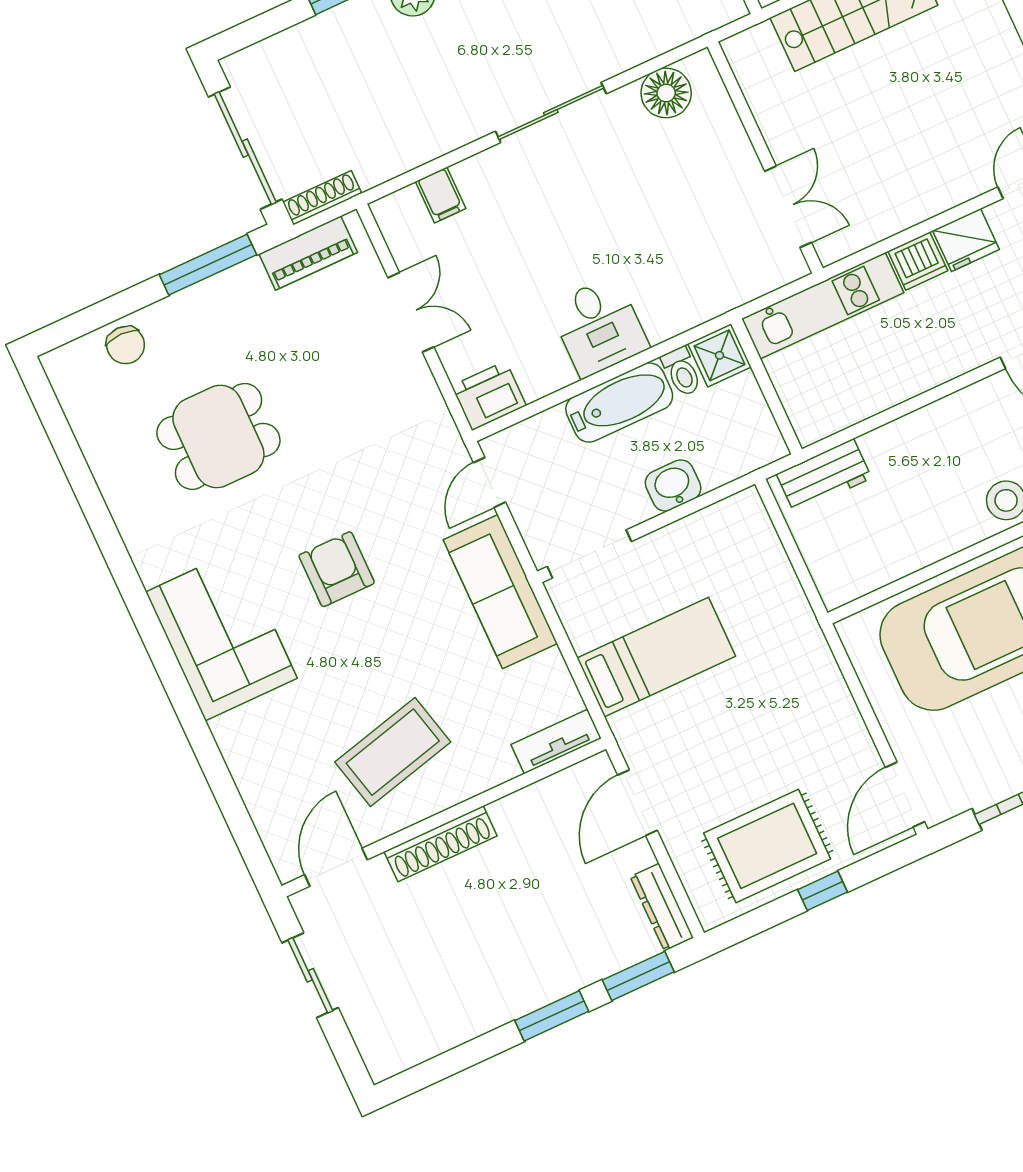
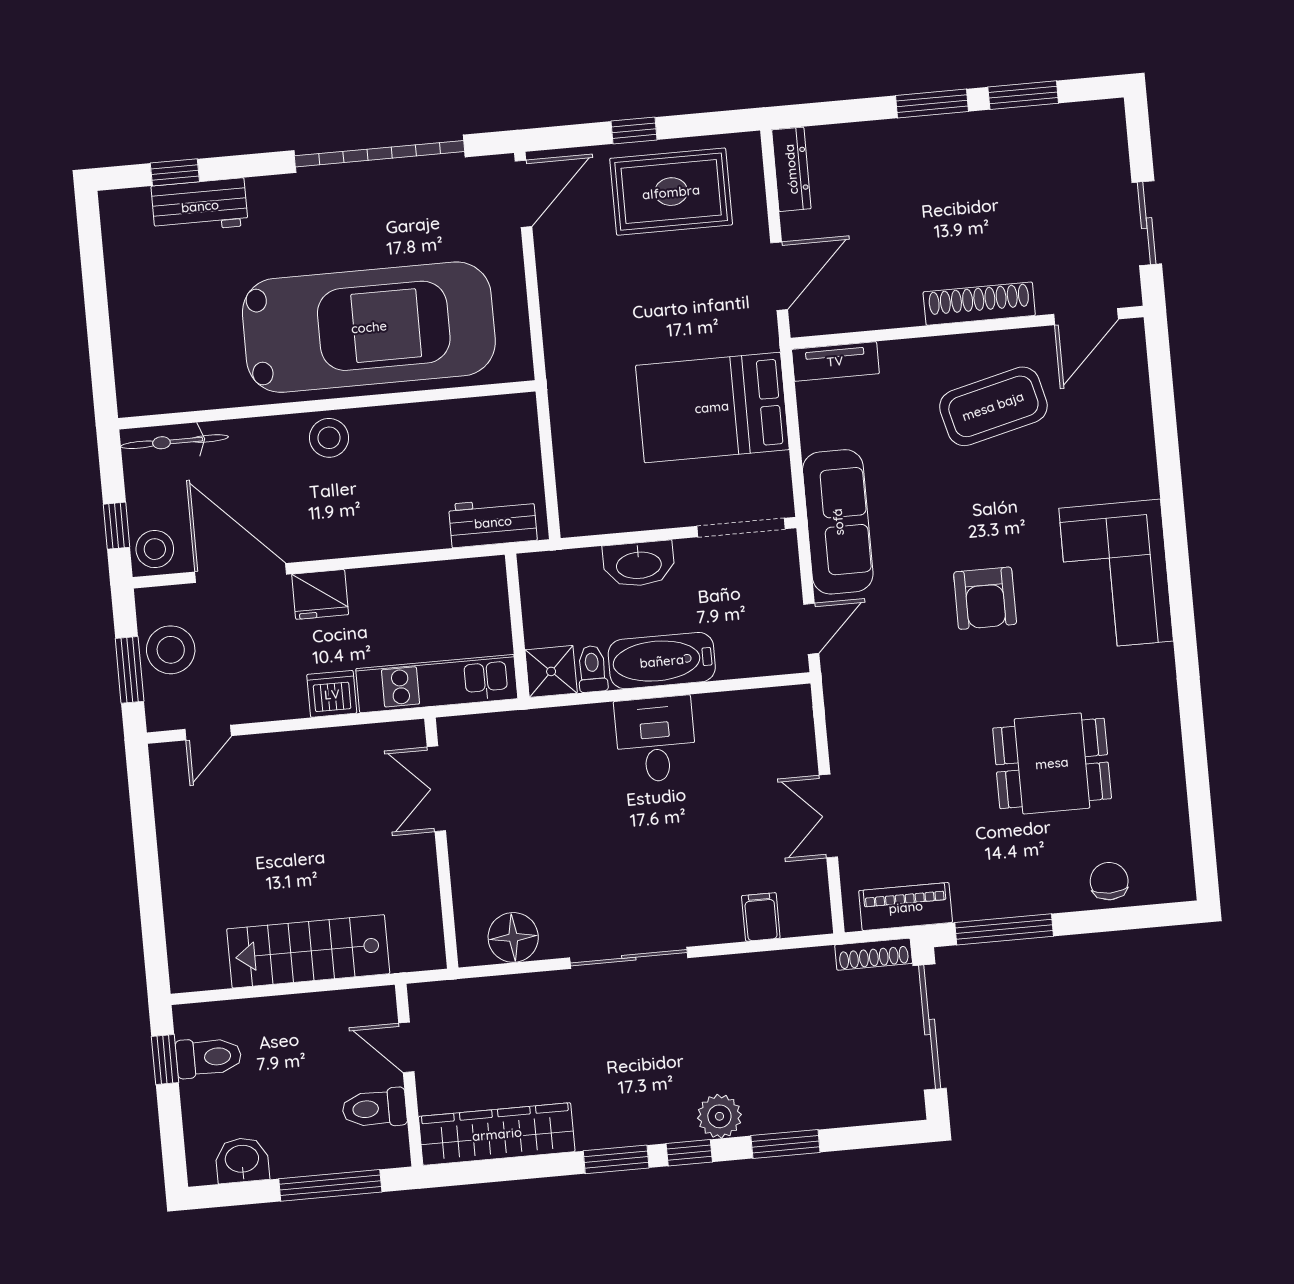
fridge: (966, 240) -> (320, 594), moved, turned 180
printer: (489, 396) -> (783, 711), removed
washbasin: (673, 486) -> (639, 564), width x1.38
bed: (656, 657) -> (712, 407), width x1.50
window: (638, 976) -> (1023, 95), moved

